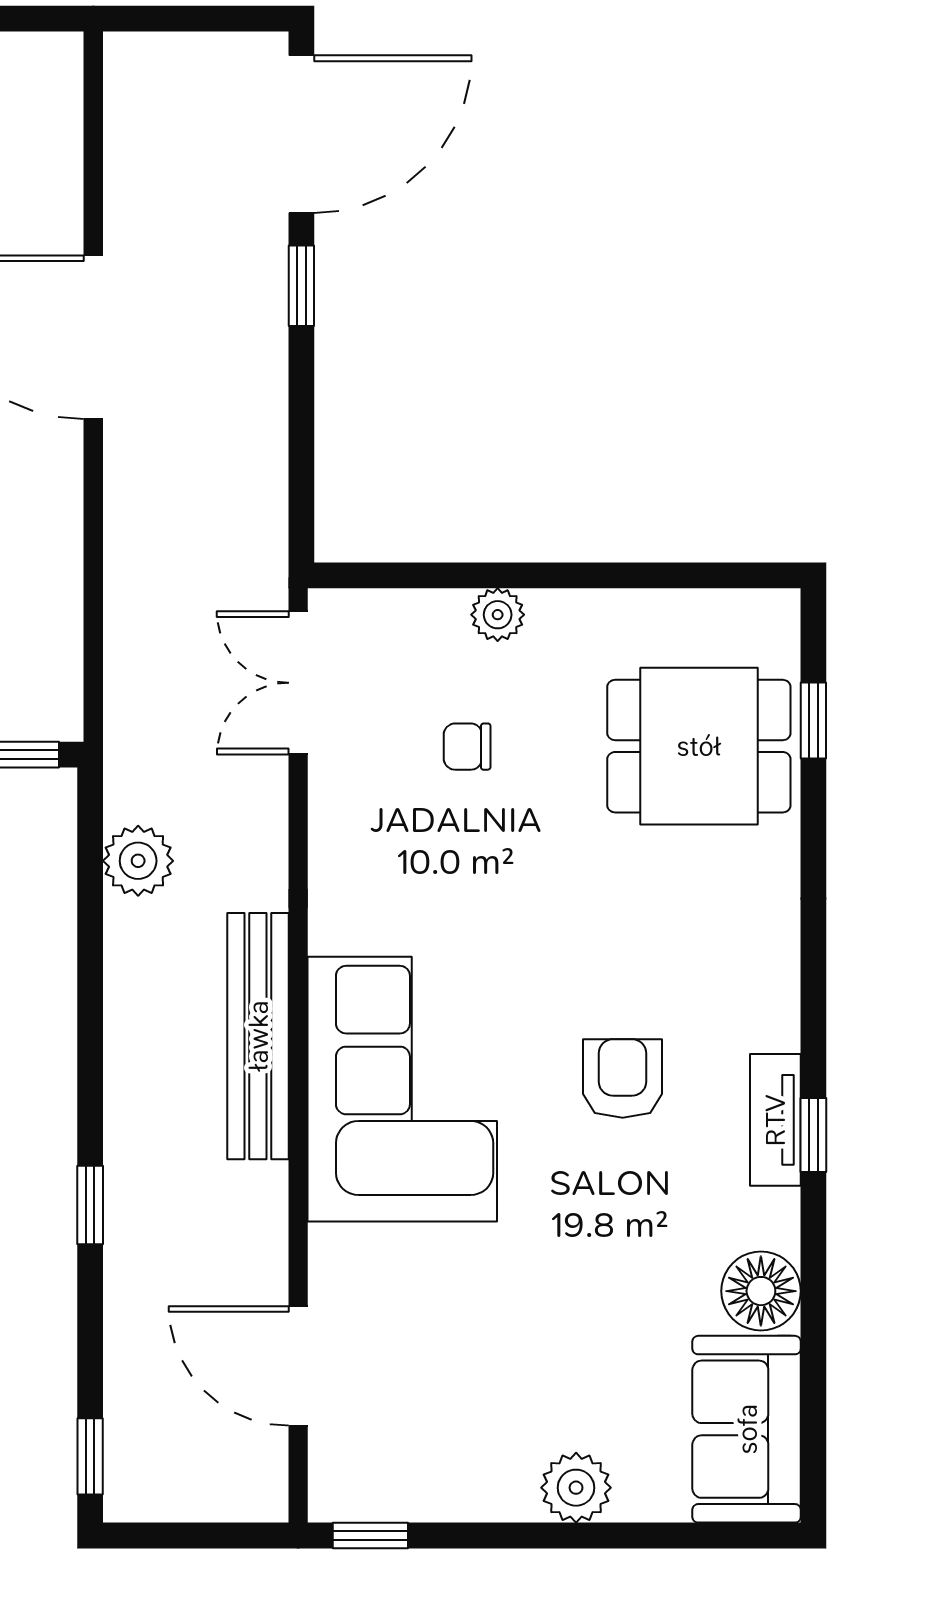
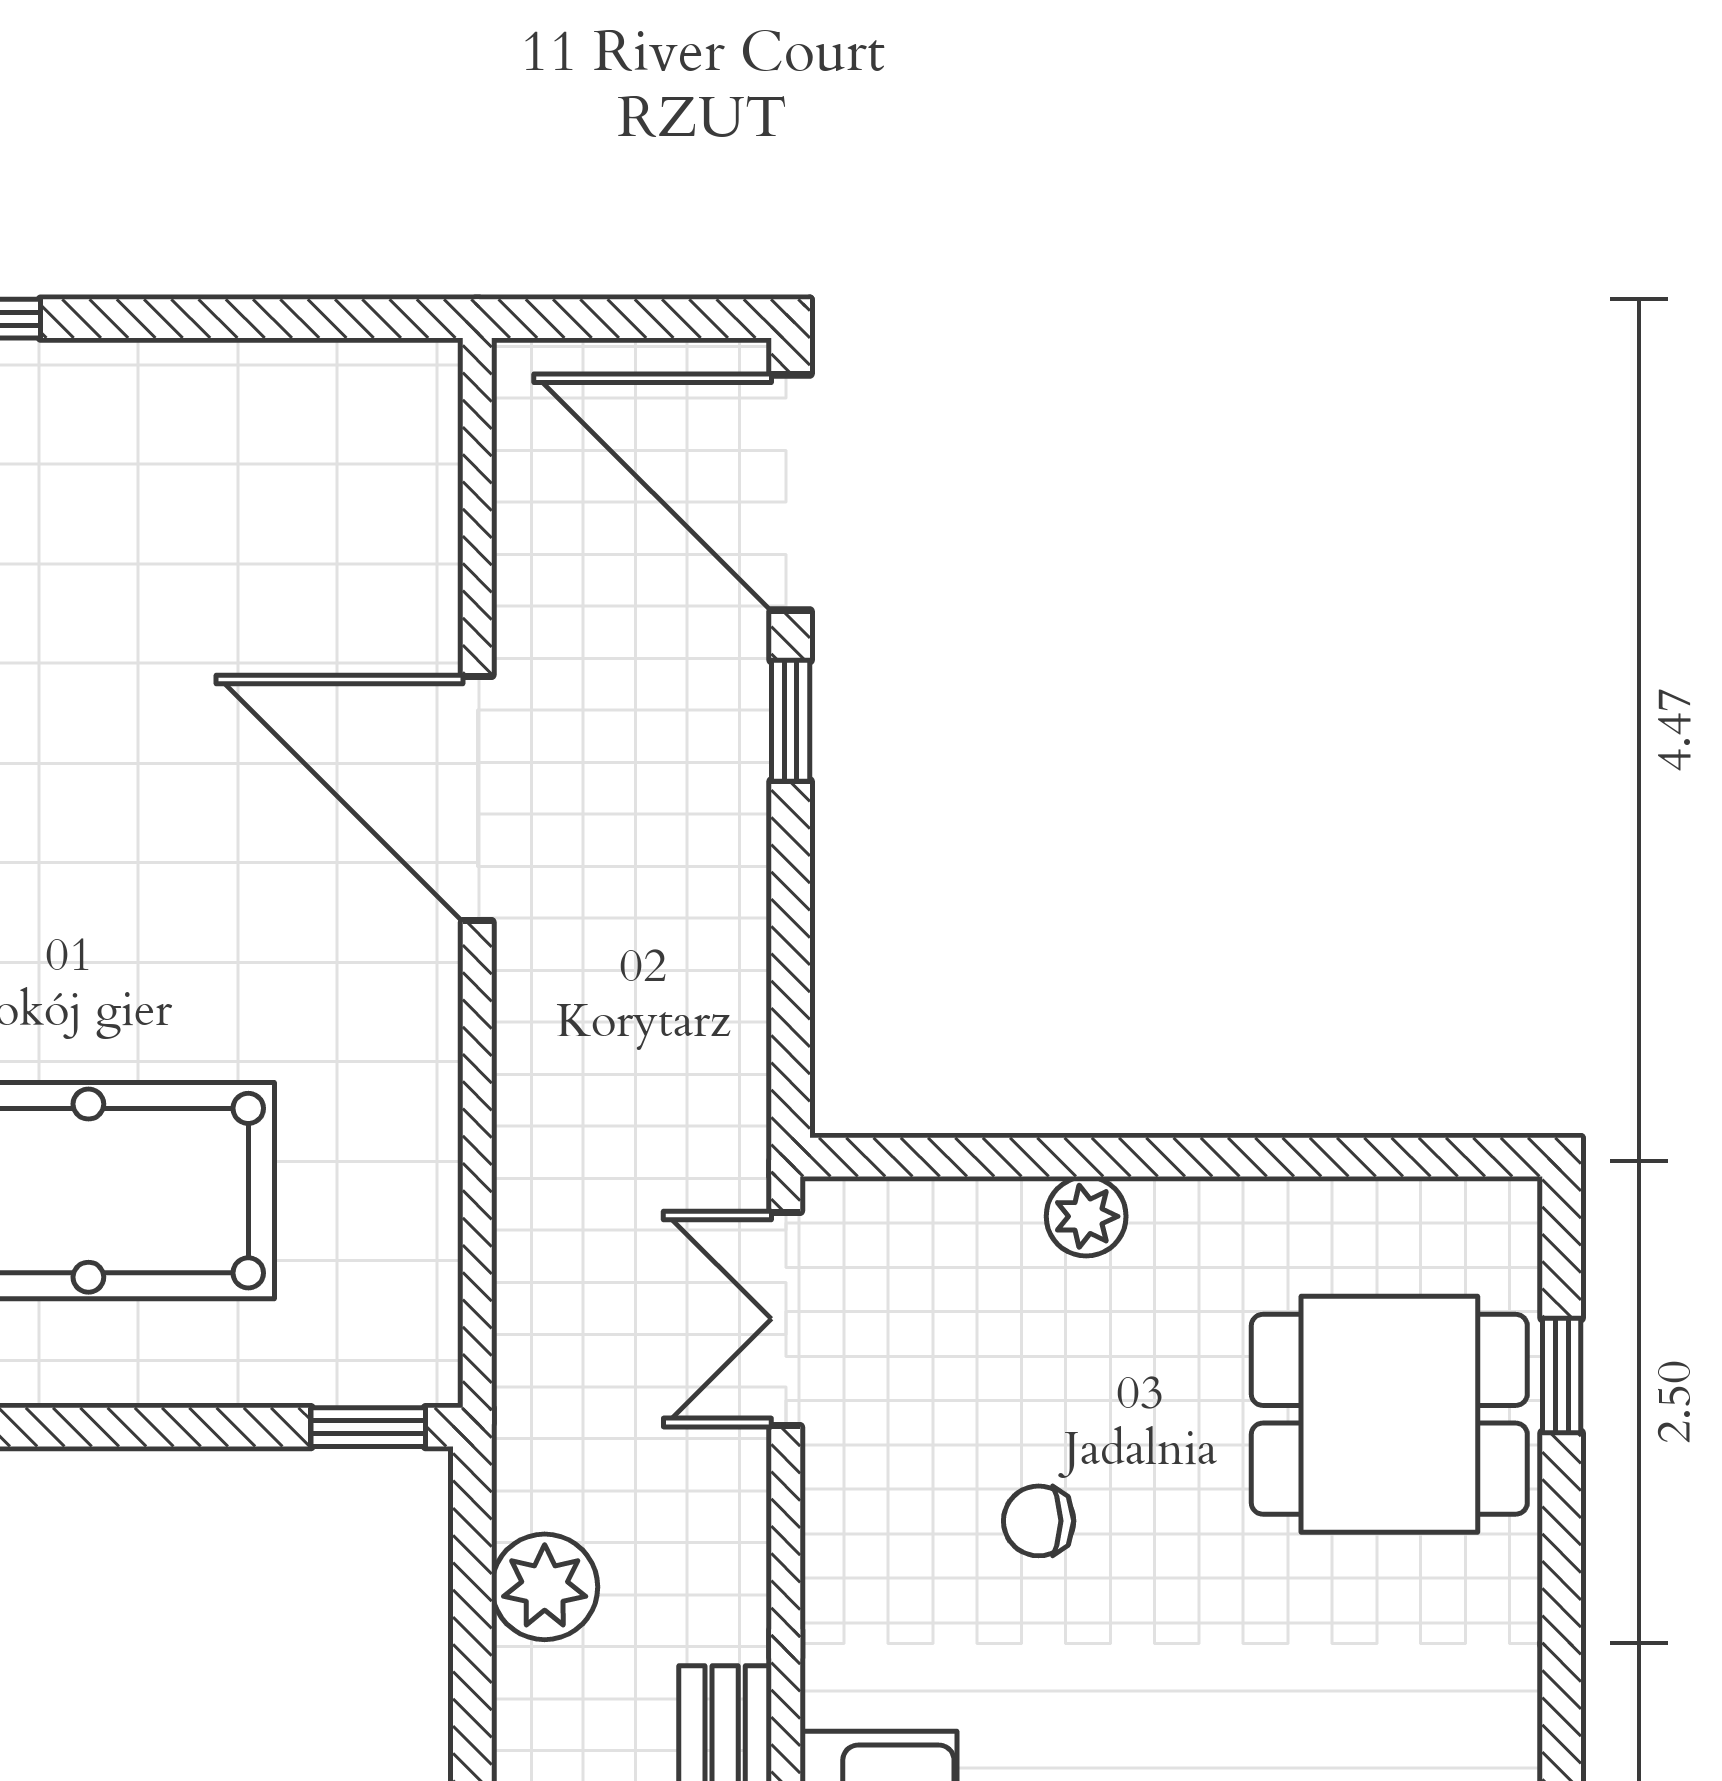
door: (301, 134) -> (791, 493), swing flipped
chair: (467, 747) -> (1039, 1521), moved

